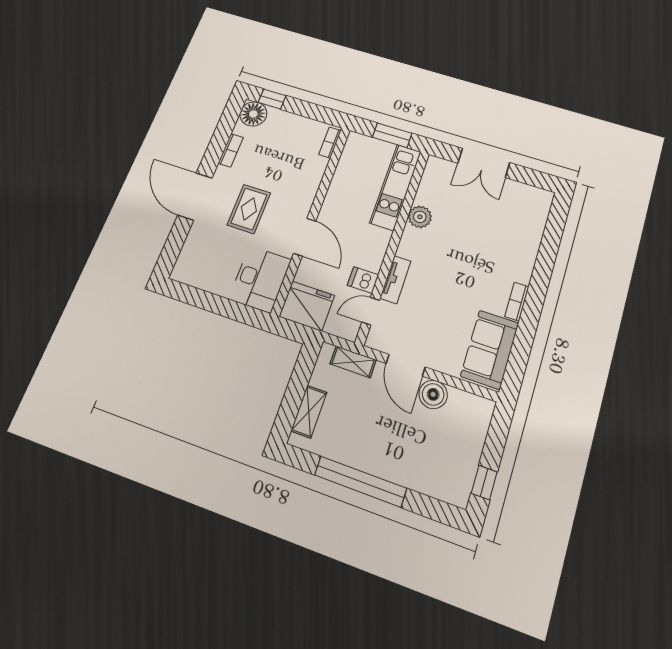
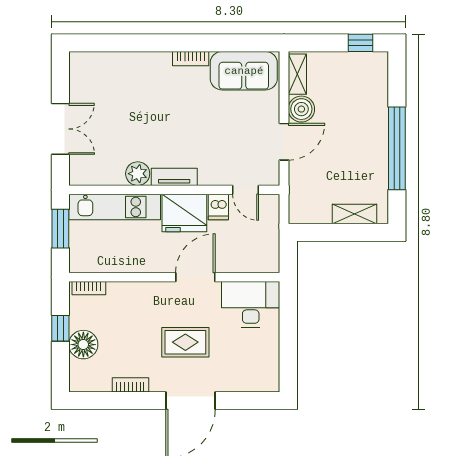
window: (272, 99) -> (60, 328), moved
floor lamp: (253, 114) -> (83, 345), moved
tv unit: (395, 280) -> (174, 177), moved
fridge: (307, 306) -> (184, 213), moved, turned -90
shelving: (353, 362) -> (297, 74), moved

